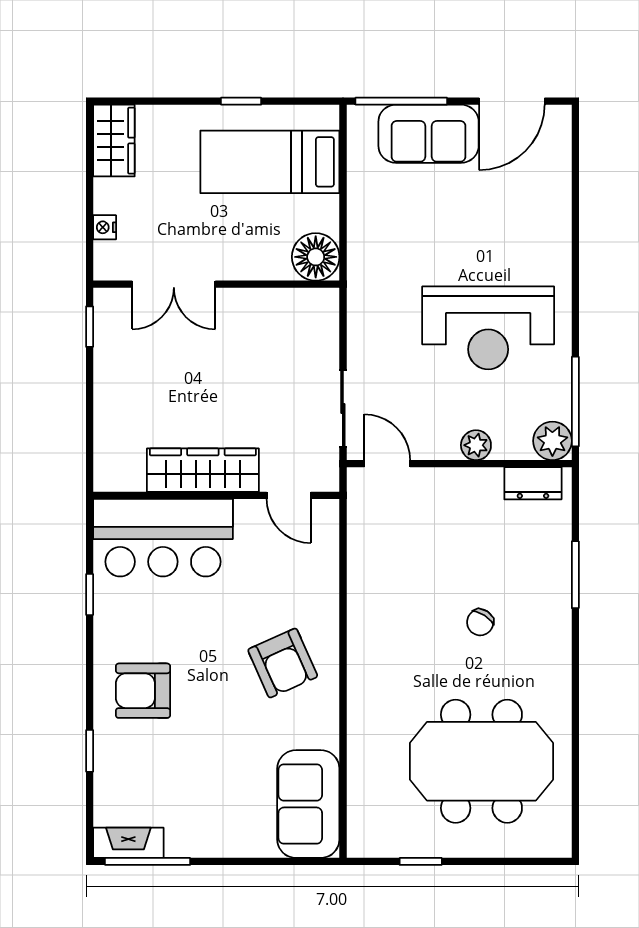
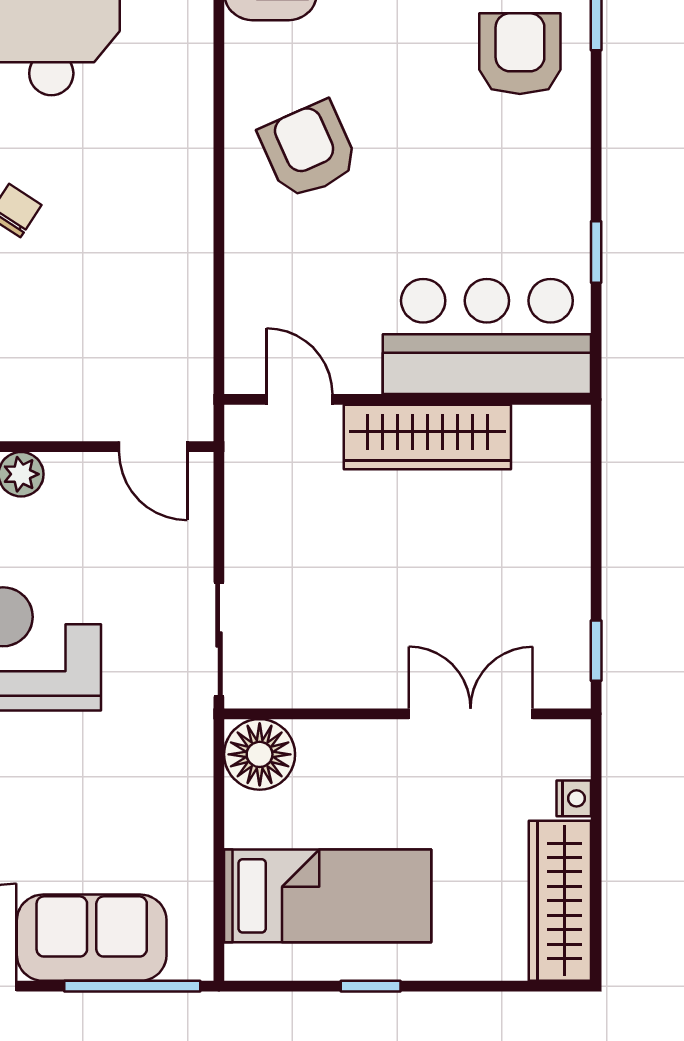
wardrobe: (114, 141) -> (560, 901), width x1.50
sliding door: (343, 409) -> (219, 640), moved
armchair: (143, 691) -> (520, 54), moved, turned -90

